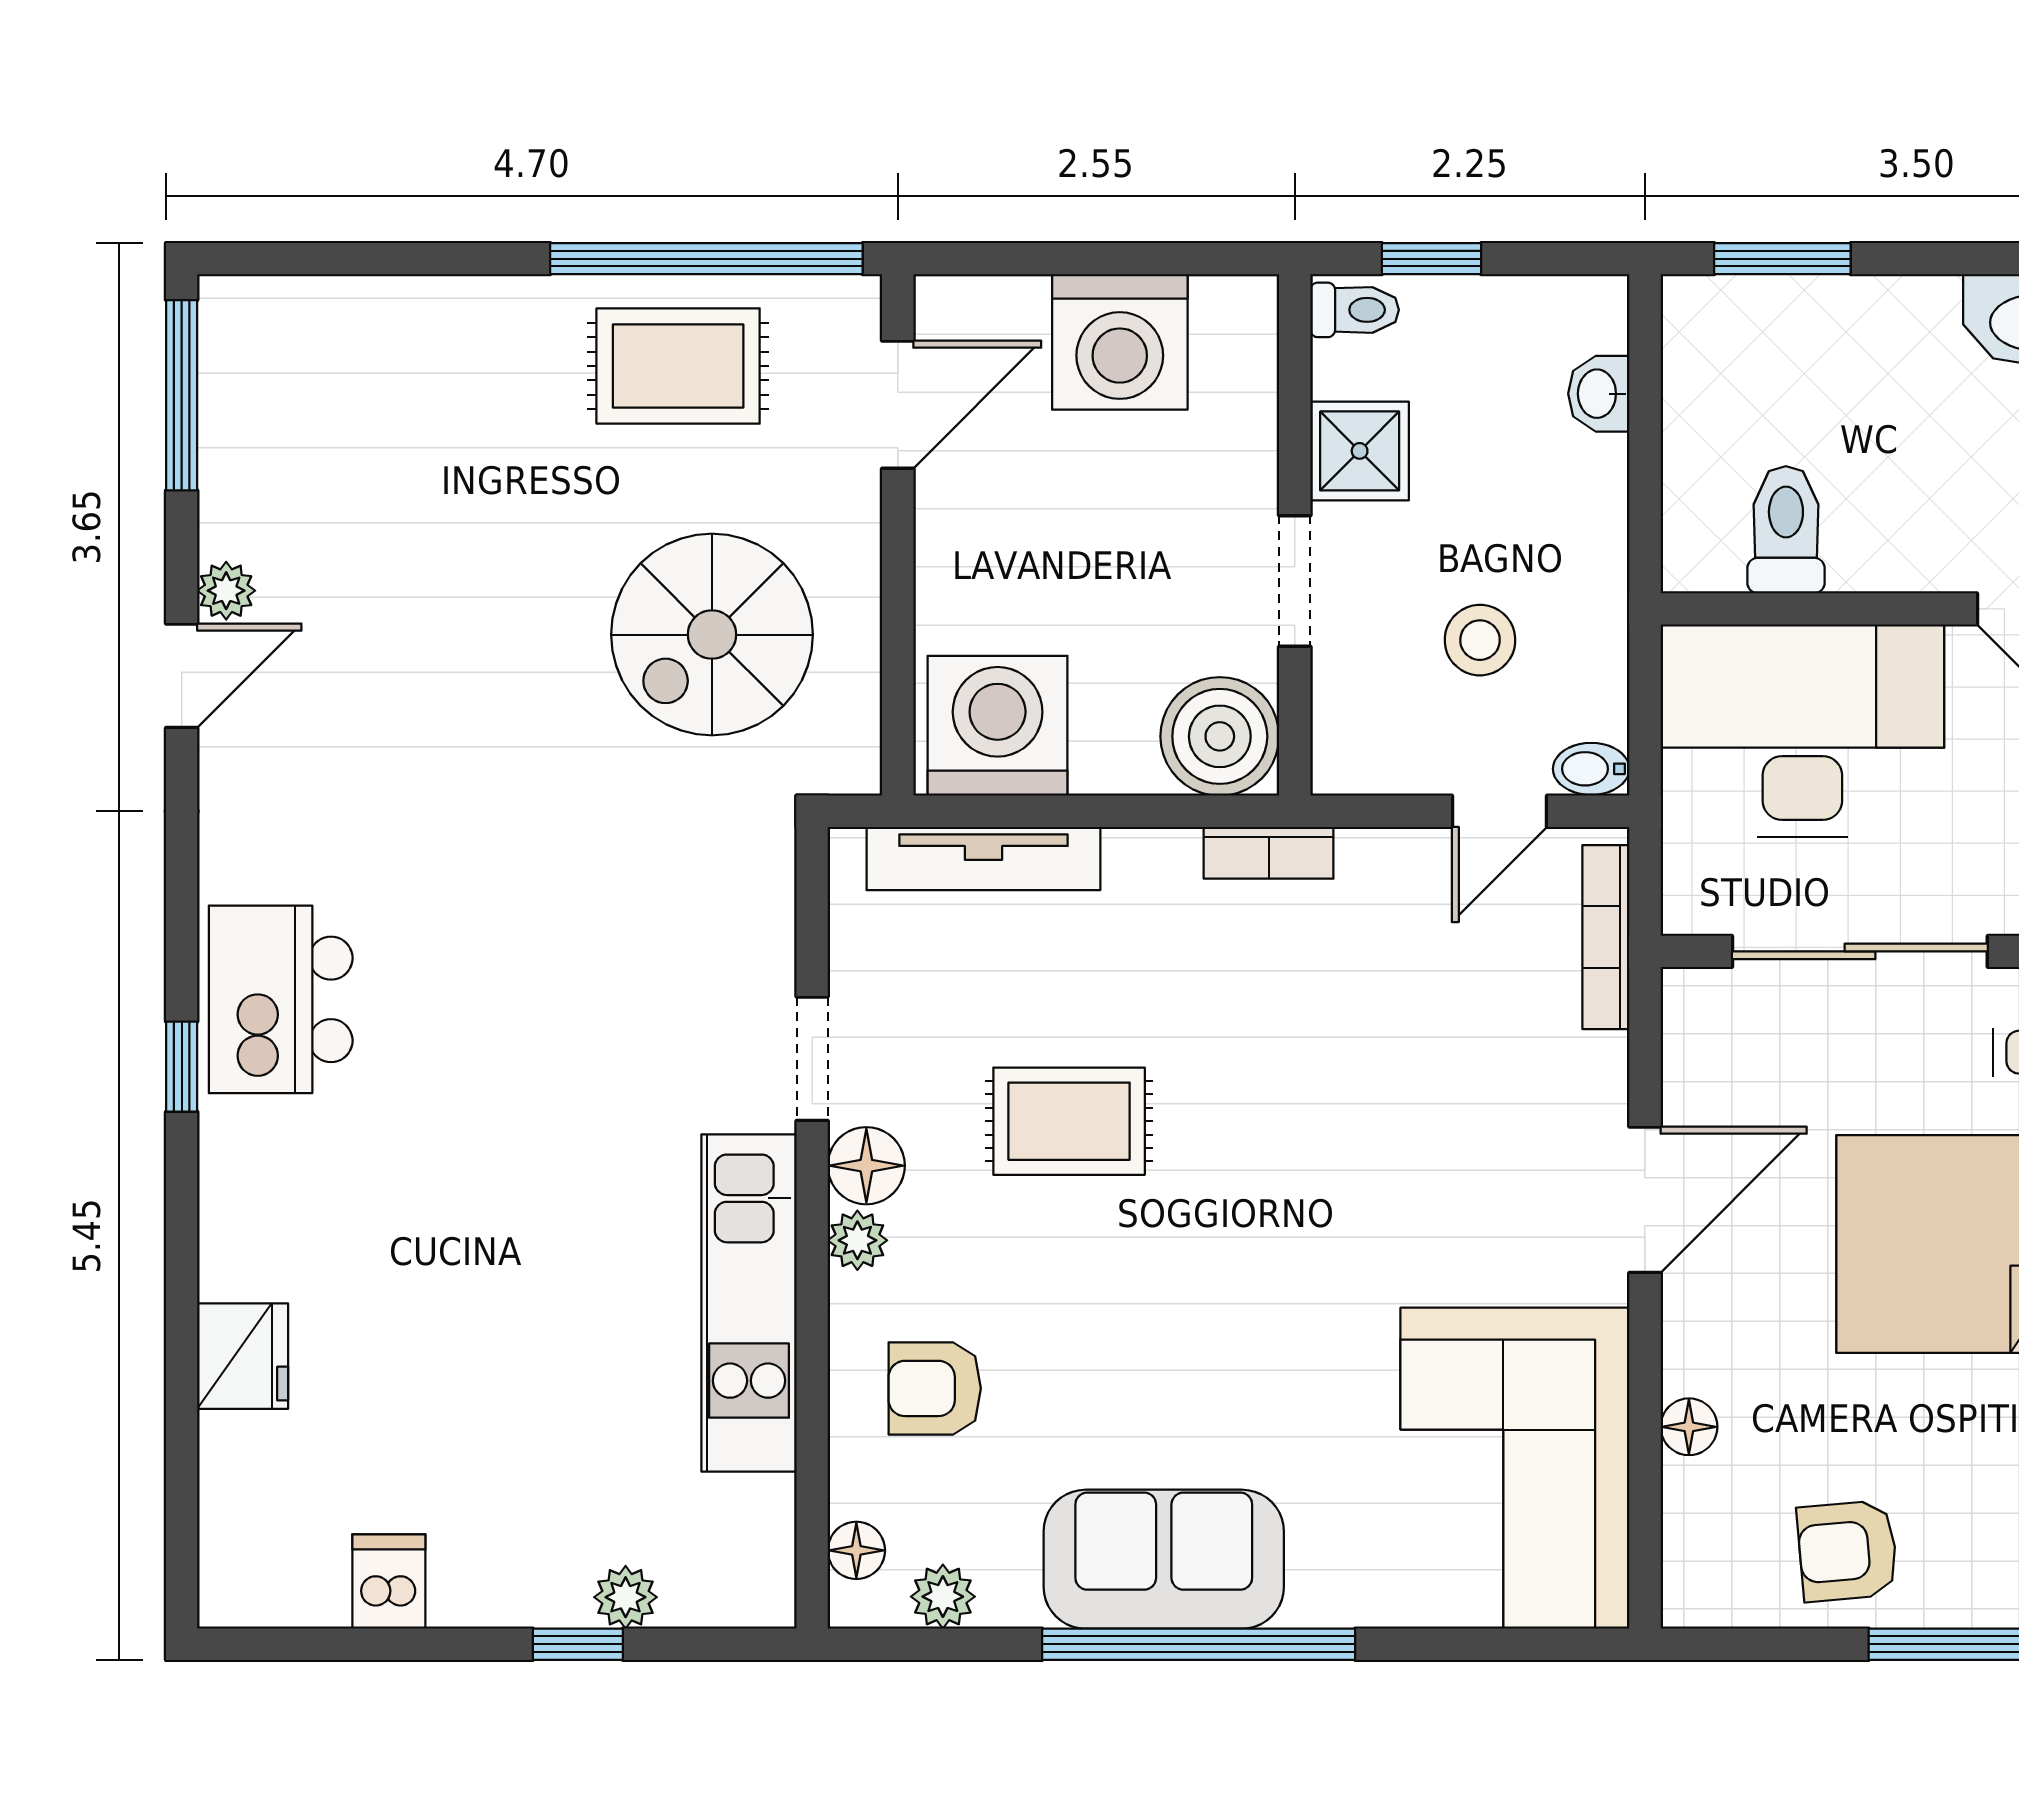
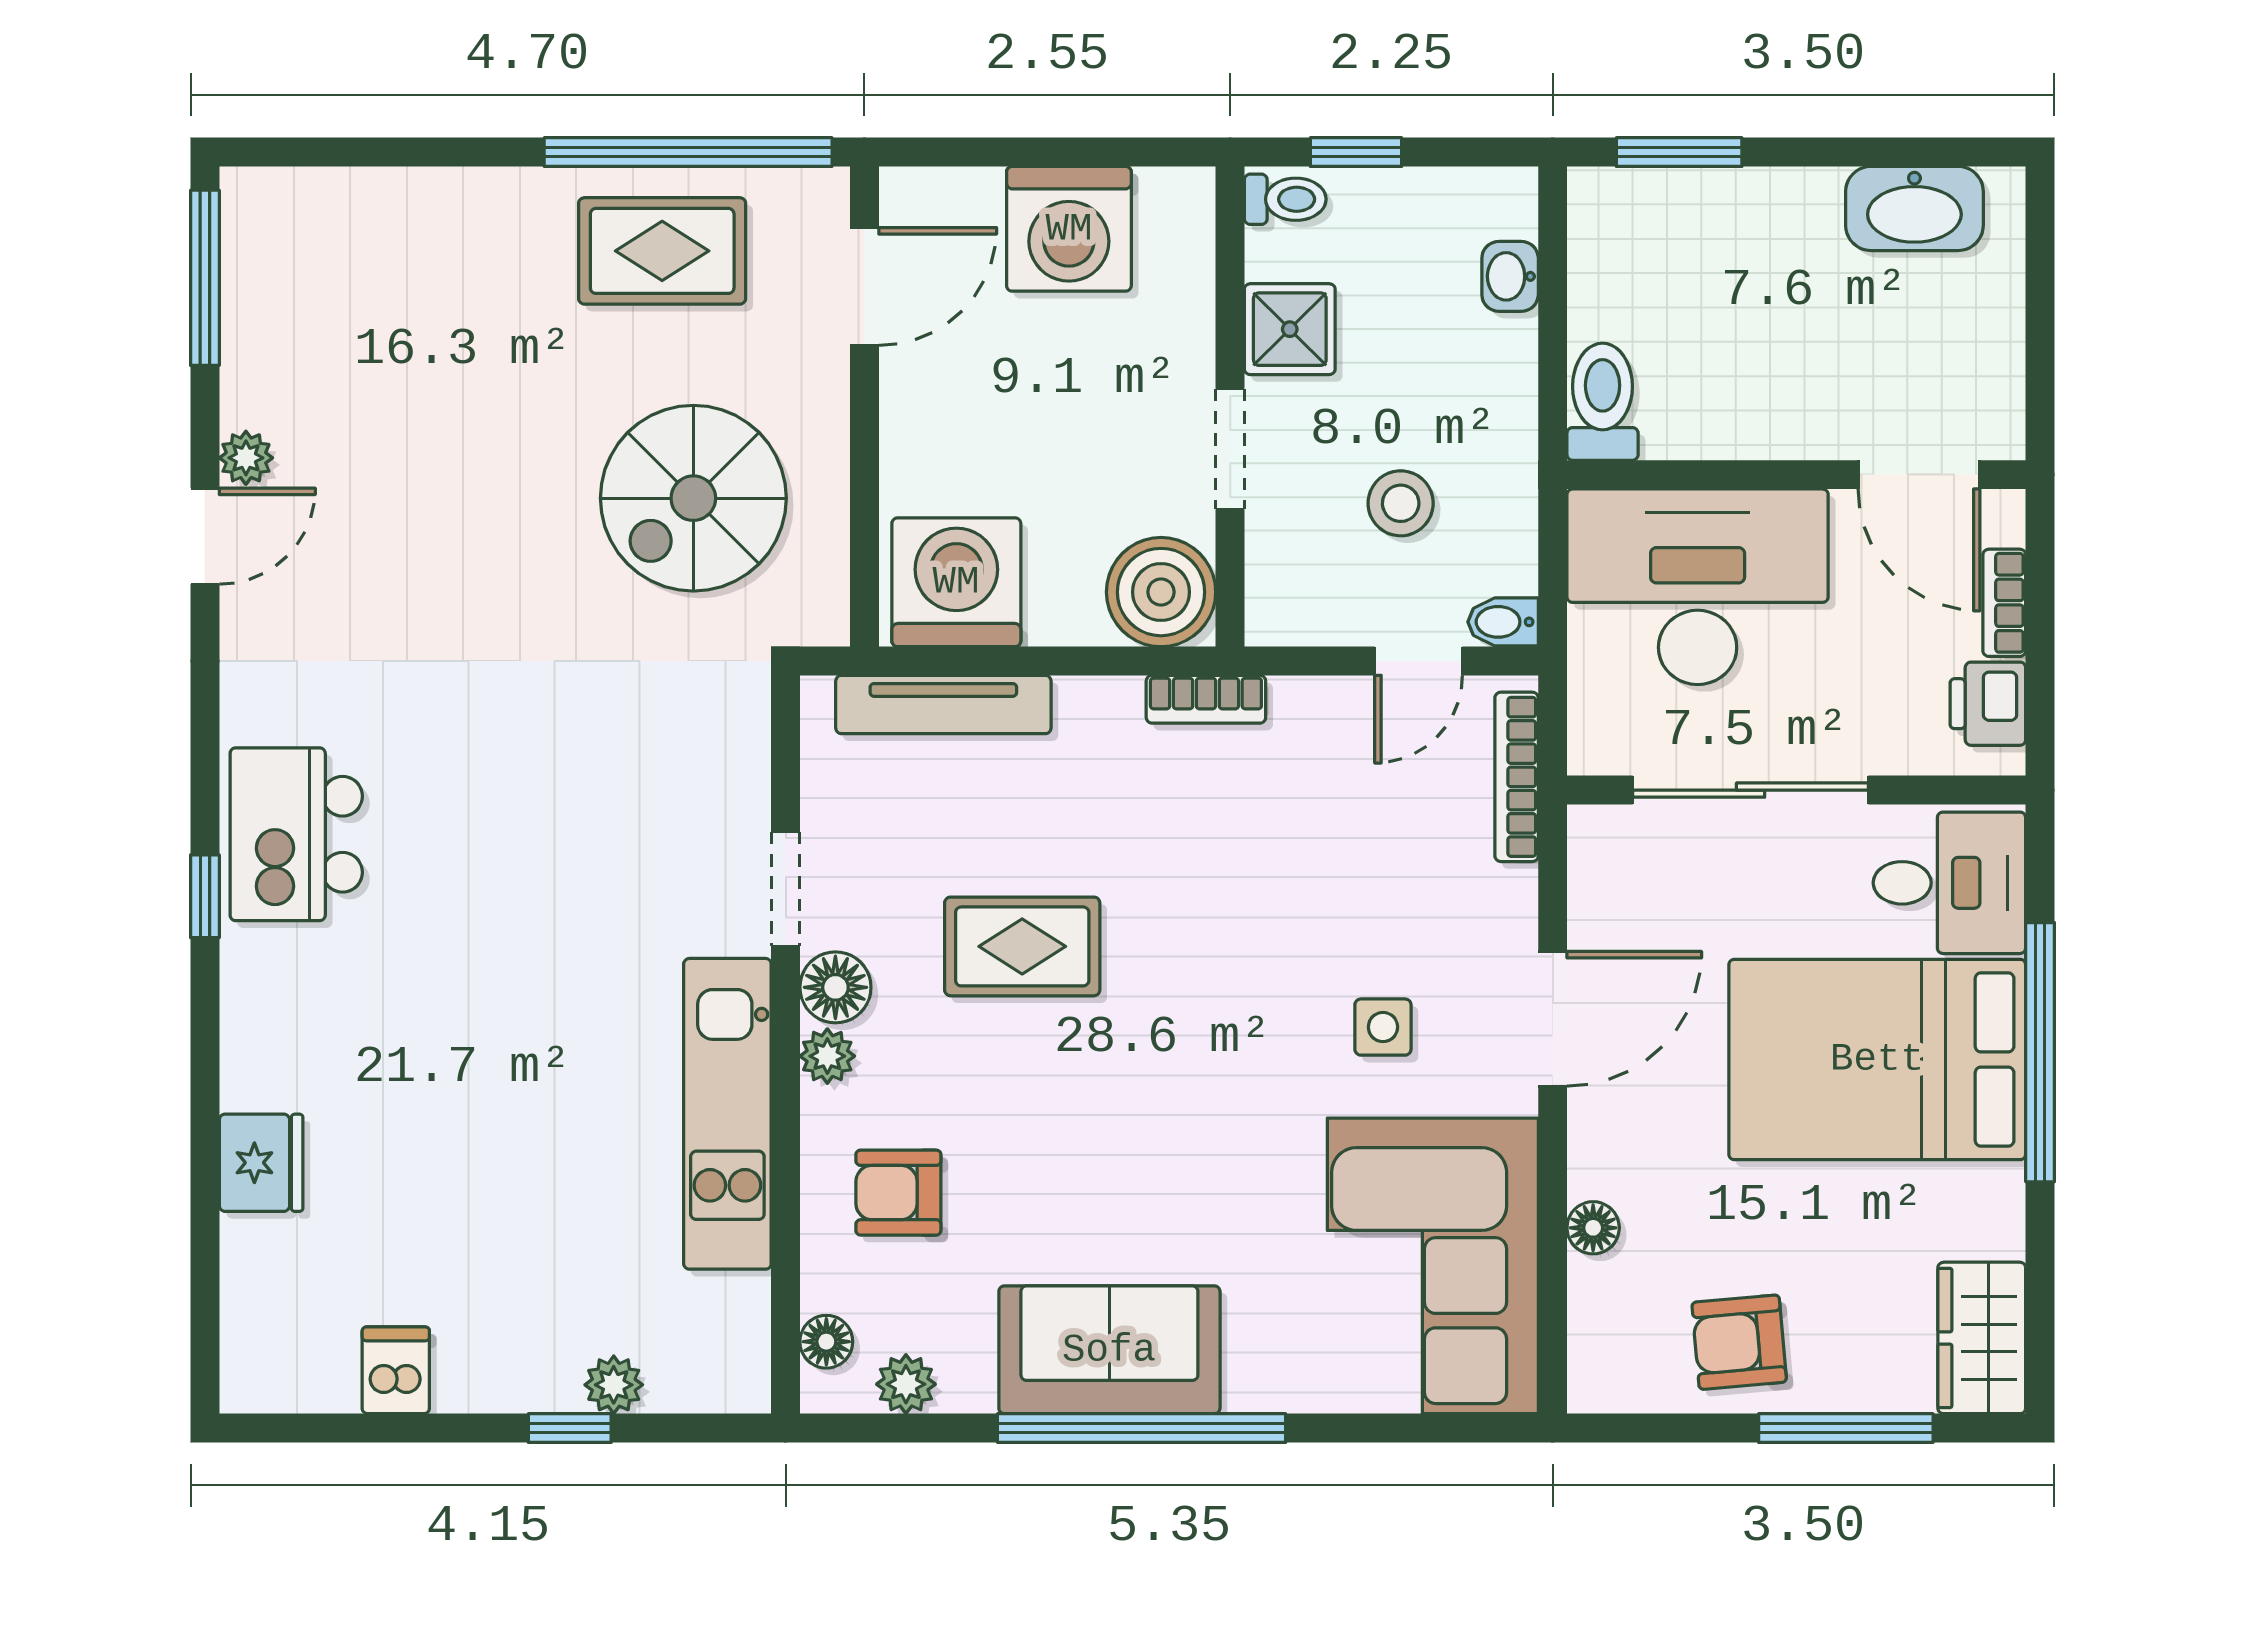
toilet: (1786, 530) -> (1603, 402), moved
side table: (1461, 1209) -> (1383, 1027), added

